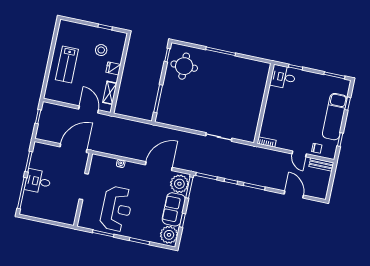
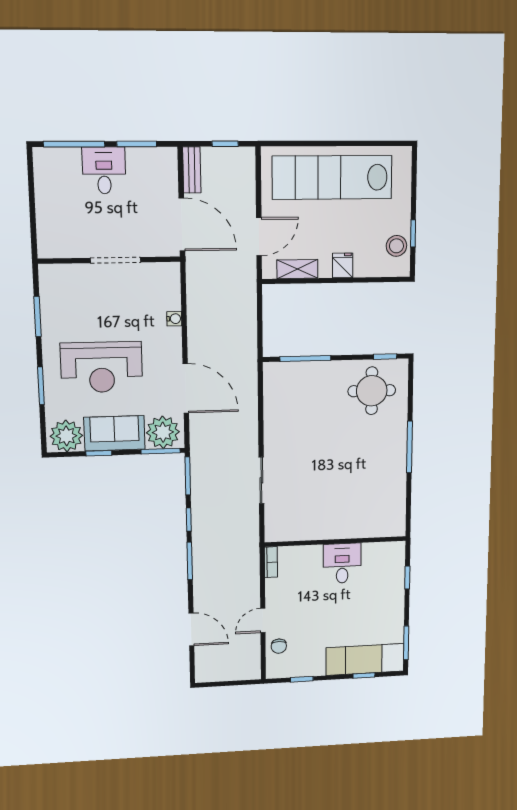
stool: (101, 50) -> (396, 246), moved
lab bench: (67, 64) -> (332, 177), width x1.86, depth x1.39
desk: (283, 77) -> (342, 563), moved
exam couch: (335, 117) -> (365, 659), moved
bench: (321, 165) -> (192, 170), moved
door: (294, 195) -> (191, 629), hinge flipped
reception desk: (116, 209) -> (102, 367), moved

